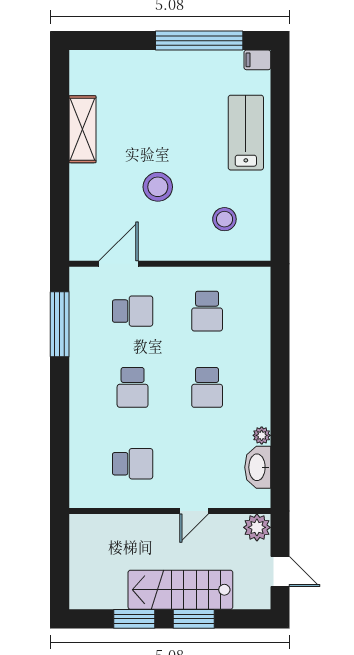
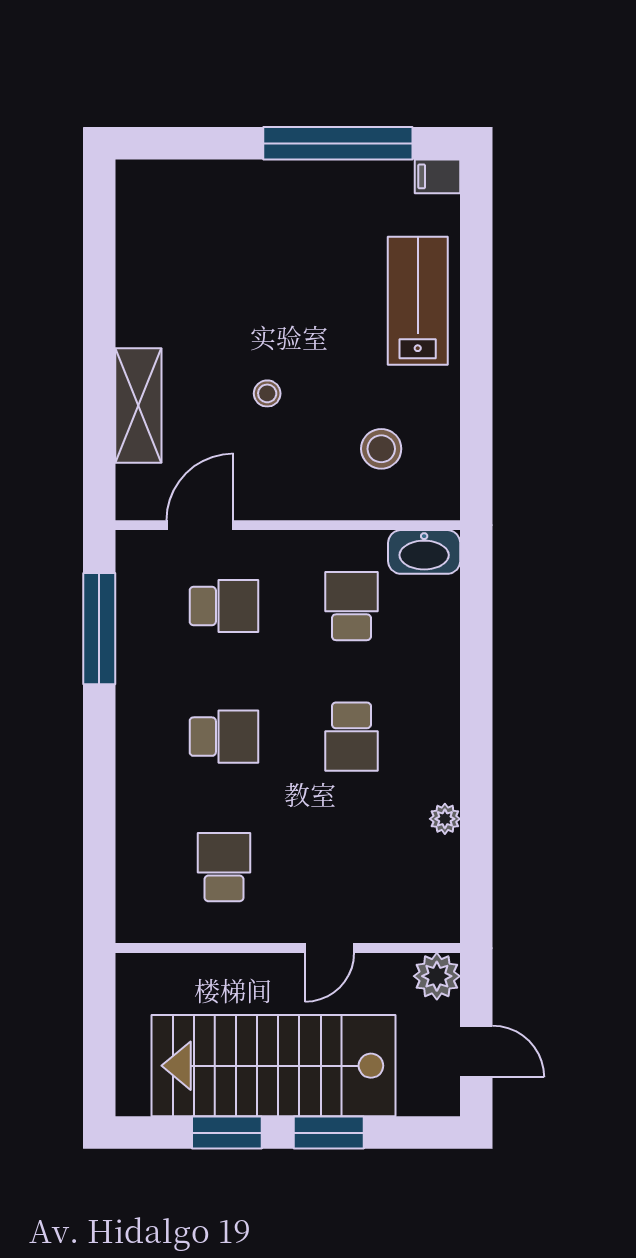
shelving: (82, 129) -> (138, 406), moved
stool: (158, 187) -> (267, 393), width x0.53, depth x0.53
school desk: (207, 311) -> (351, 606), turned 180
school desk: (133, 387) -> (224, 737), turned -90
school desk: (133, 464) -> (224, 867), turned -90
washbasin: (258, 467) -> (424, 552), moved, turned -90
stairs: (180, 590) -> (273, 1066), width x1.36, depth x1.51

